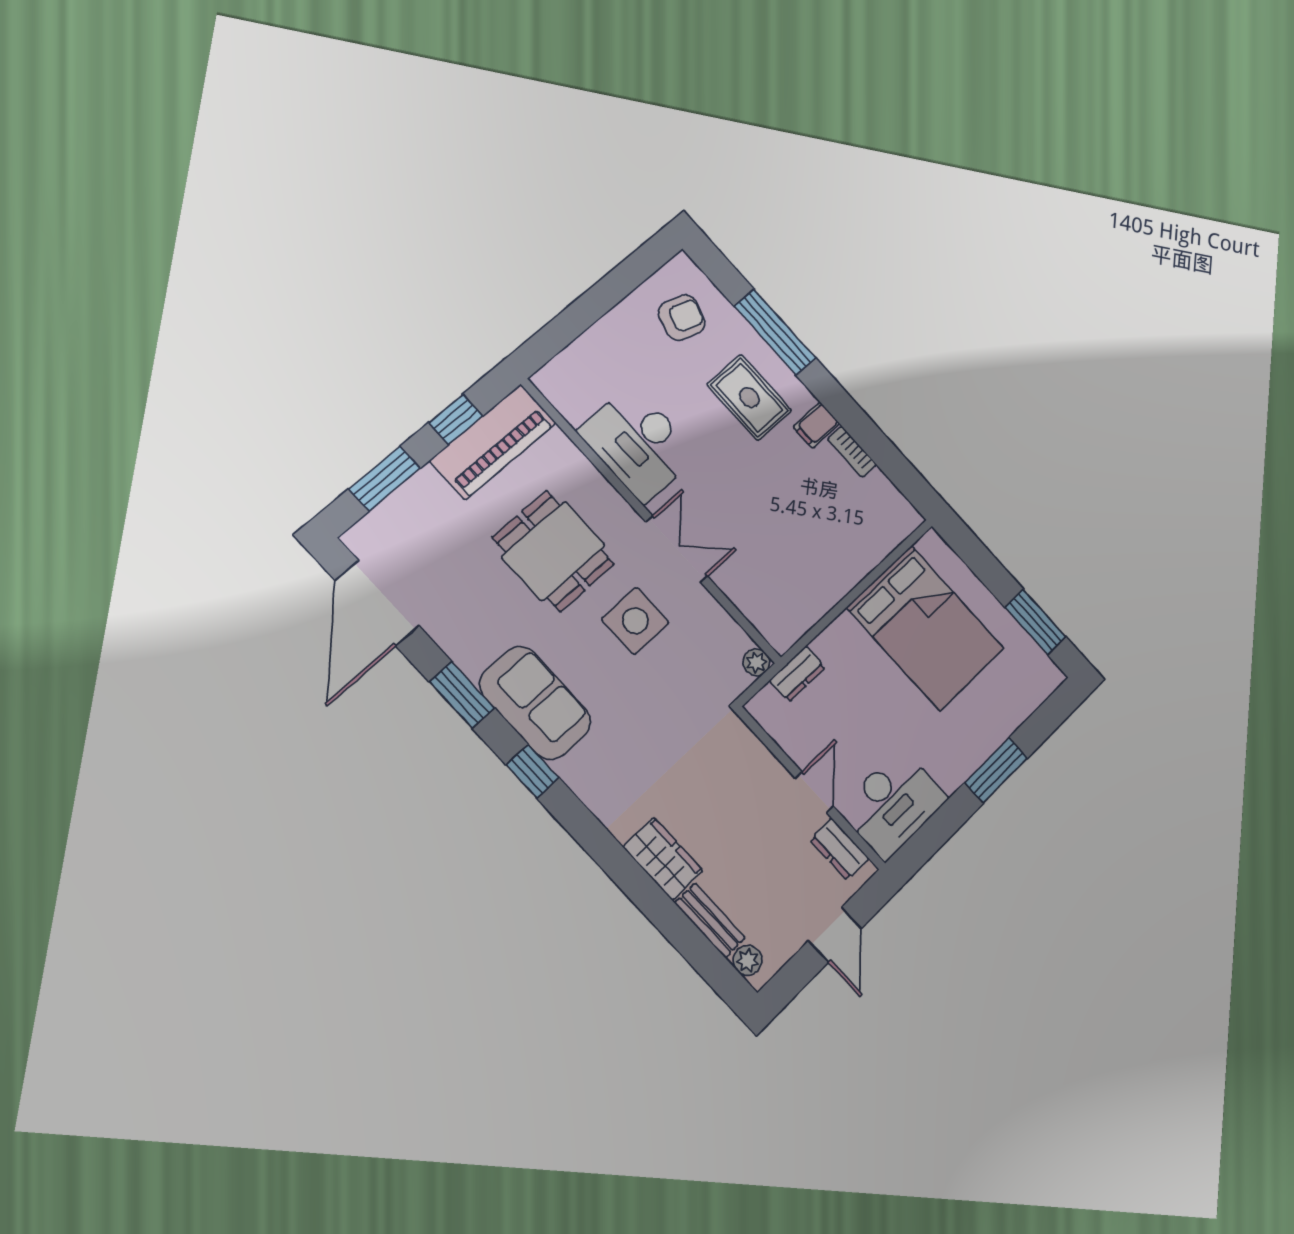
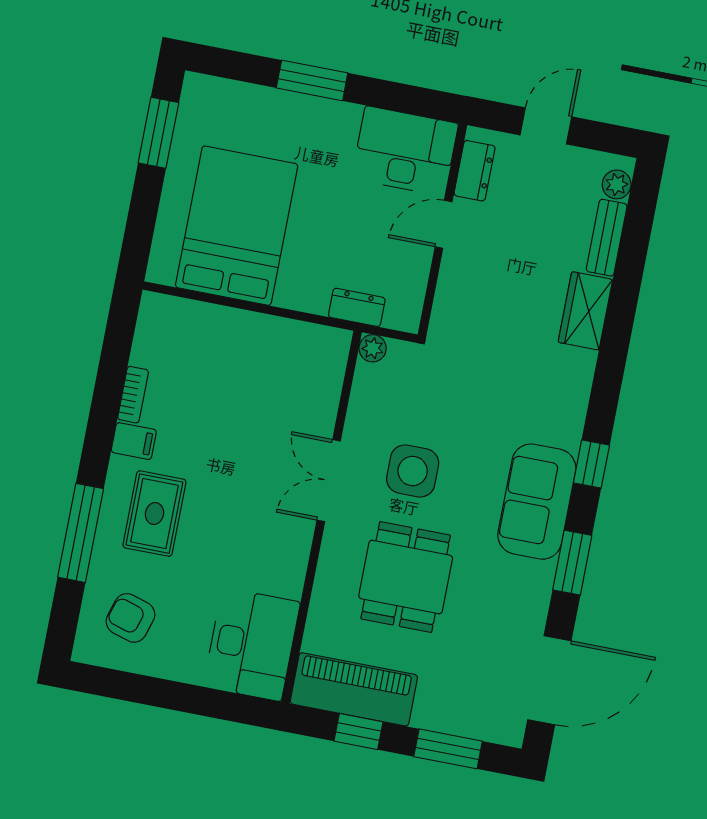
desk: (638, 443) -> (252, 644), moved

